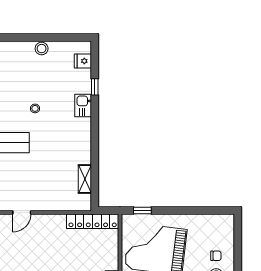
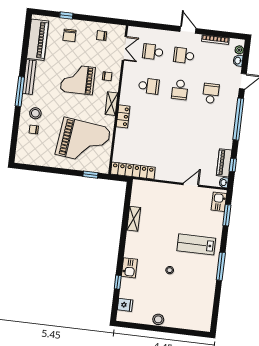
shelving: (85, 179) -> (134, 219), moved

